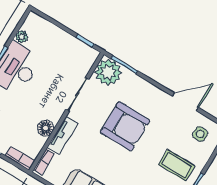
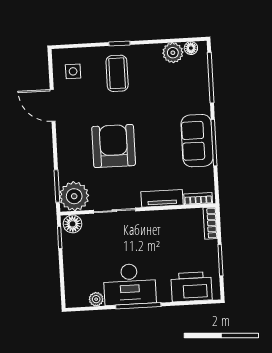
floor lamp: (45, 128) -> (73, 224), moved

